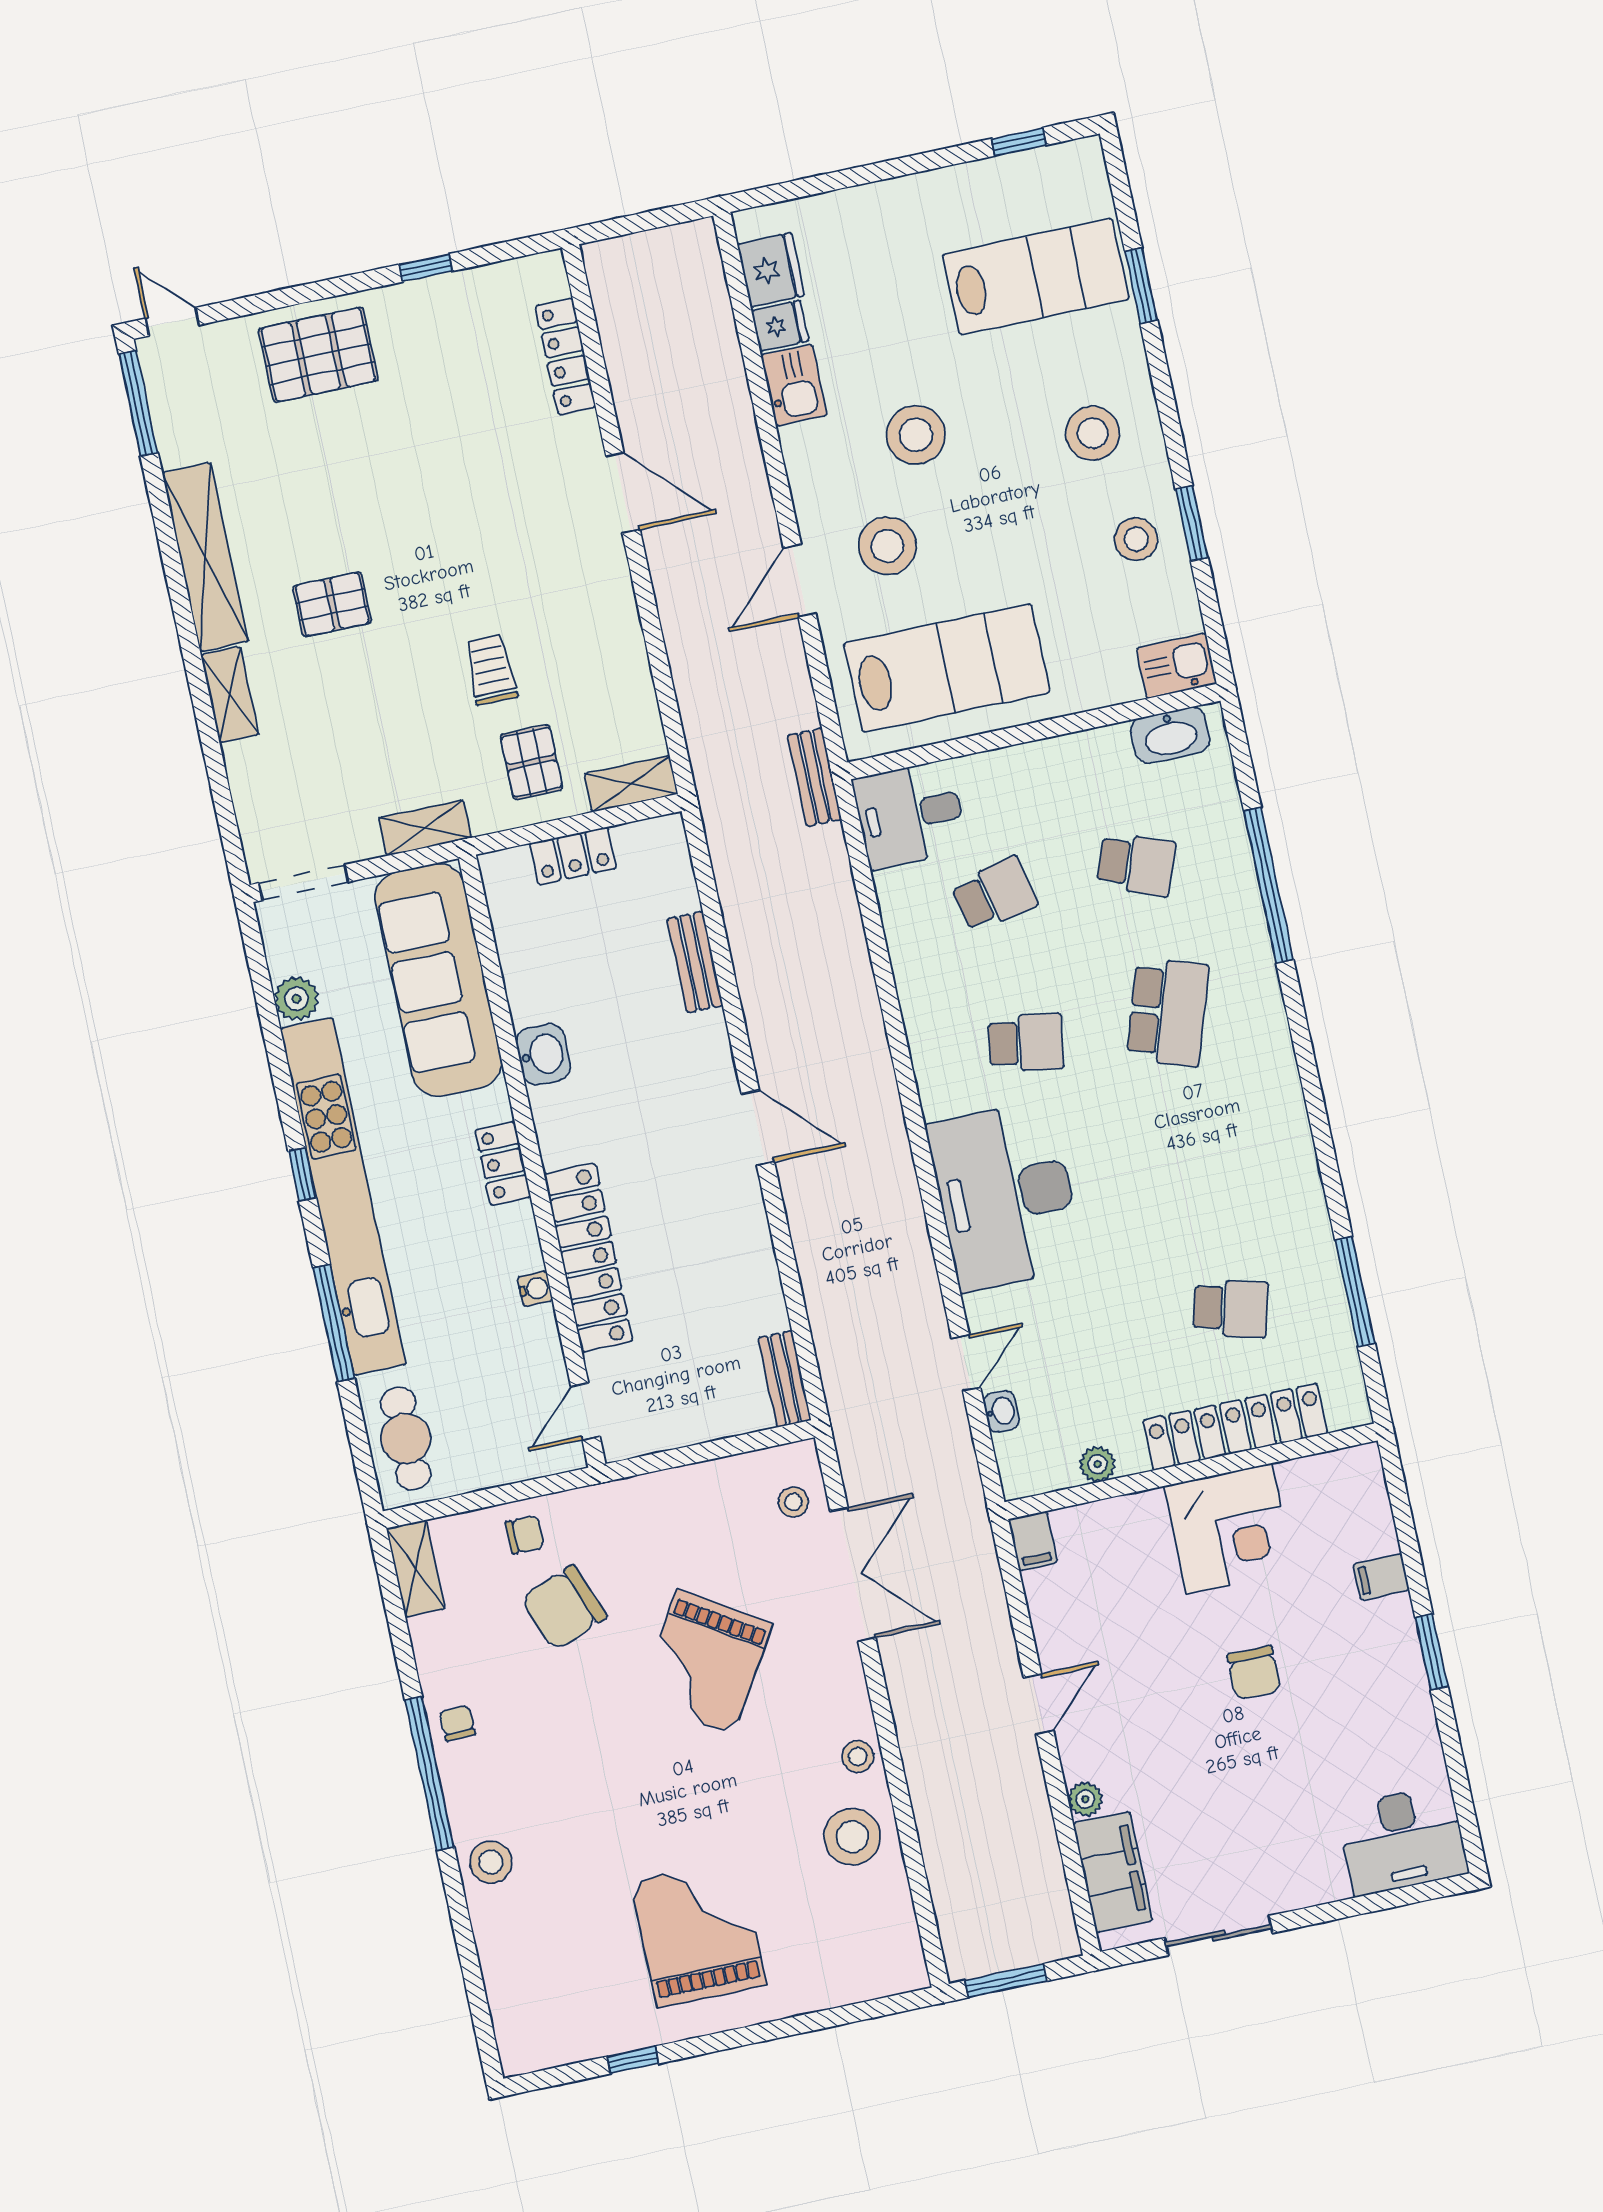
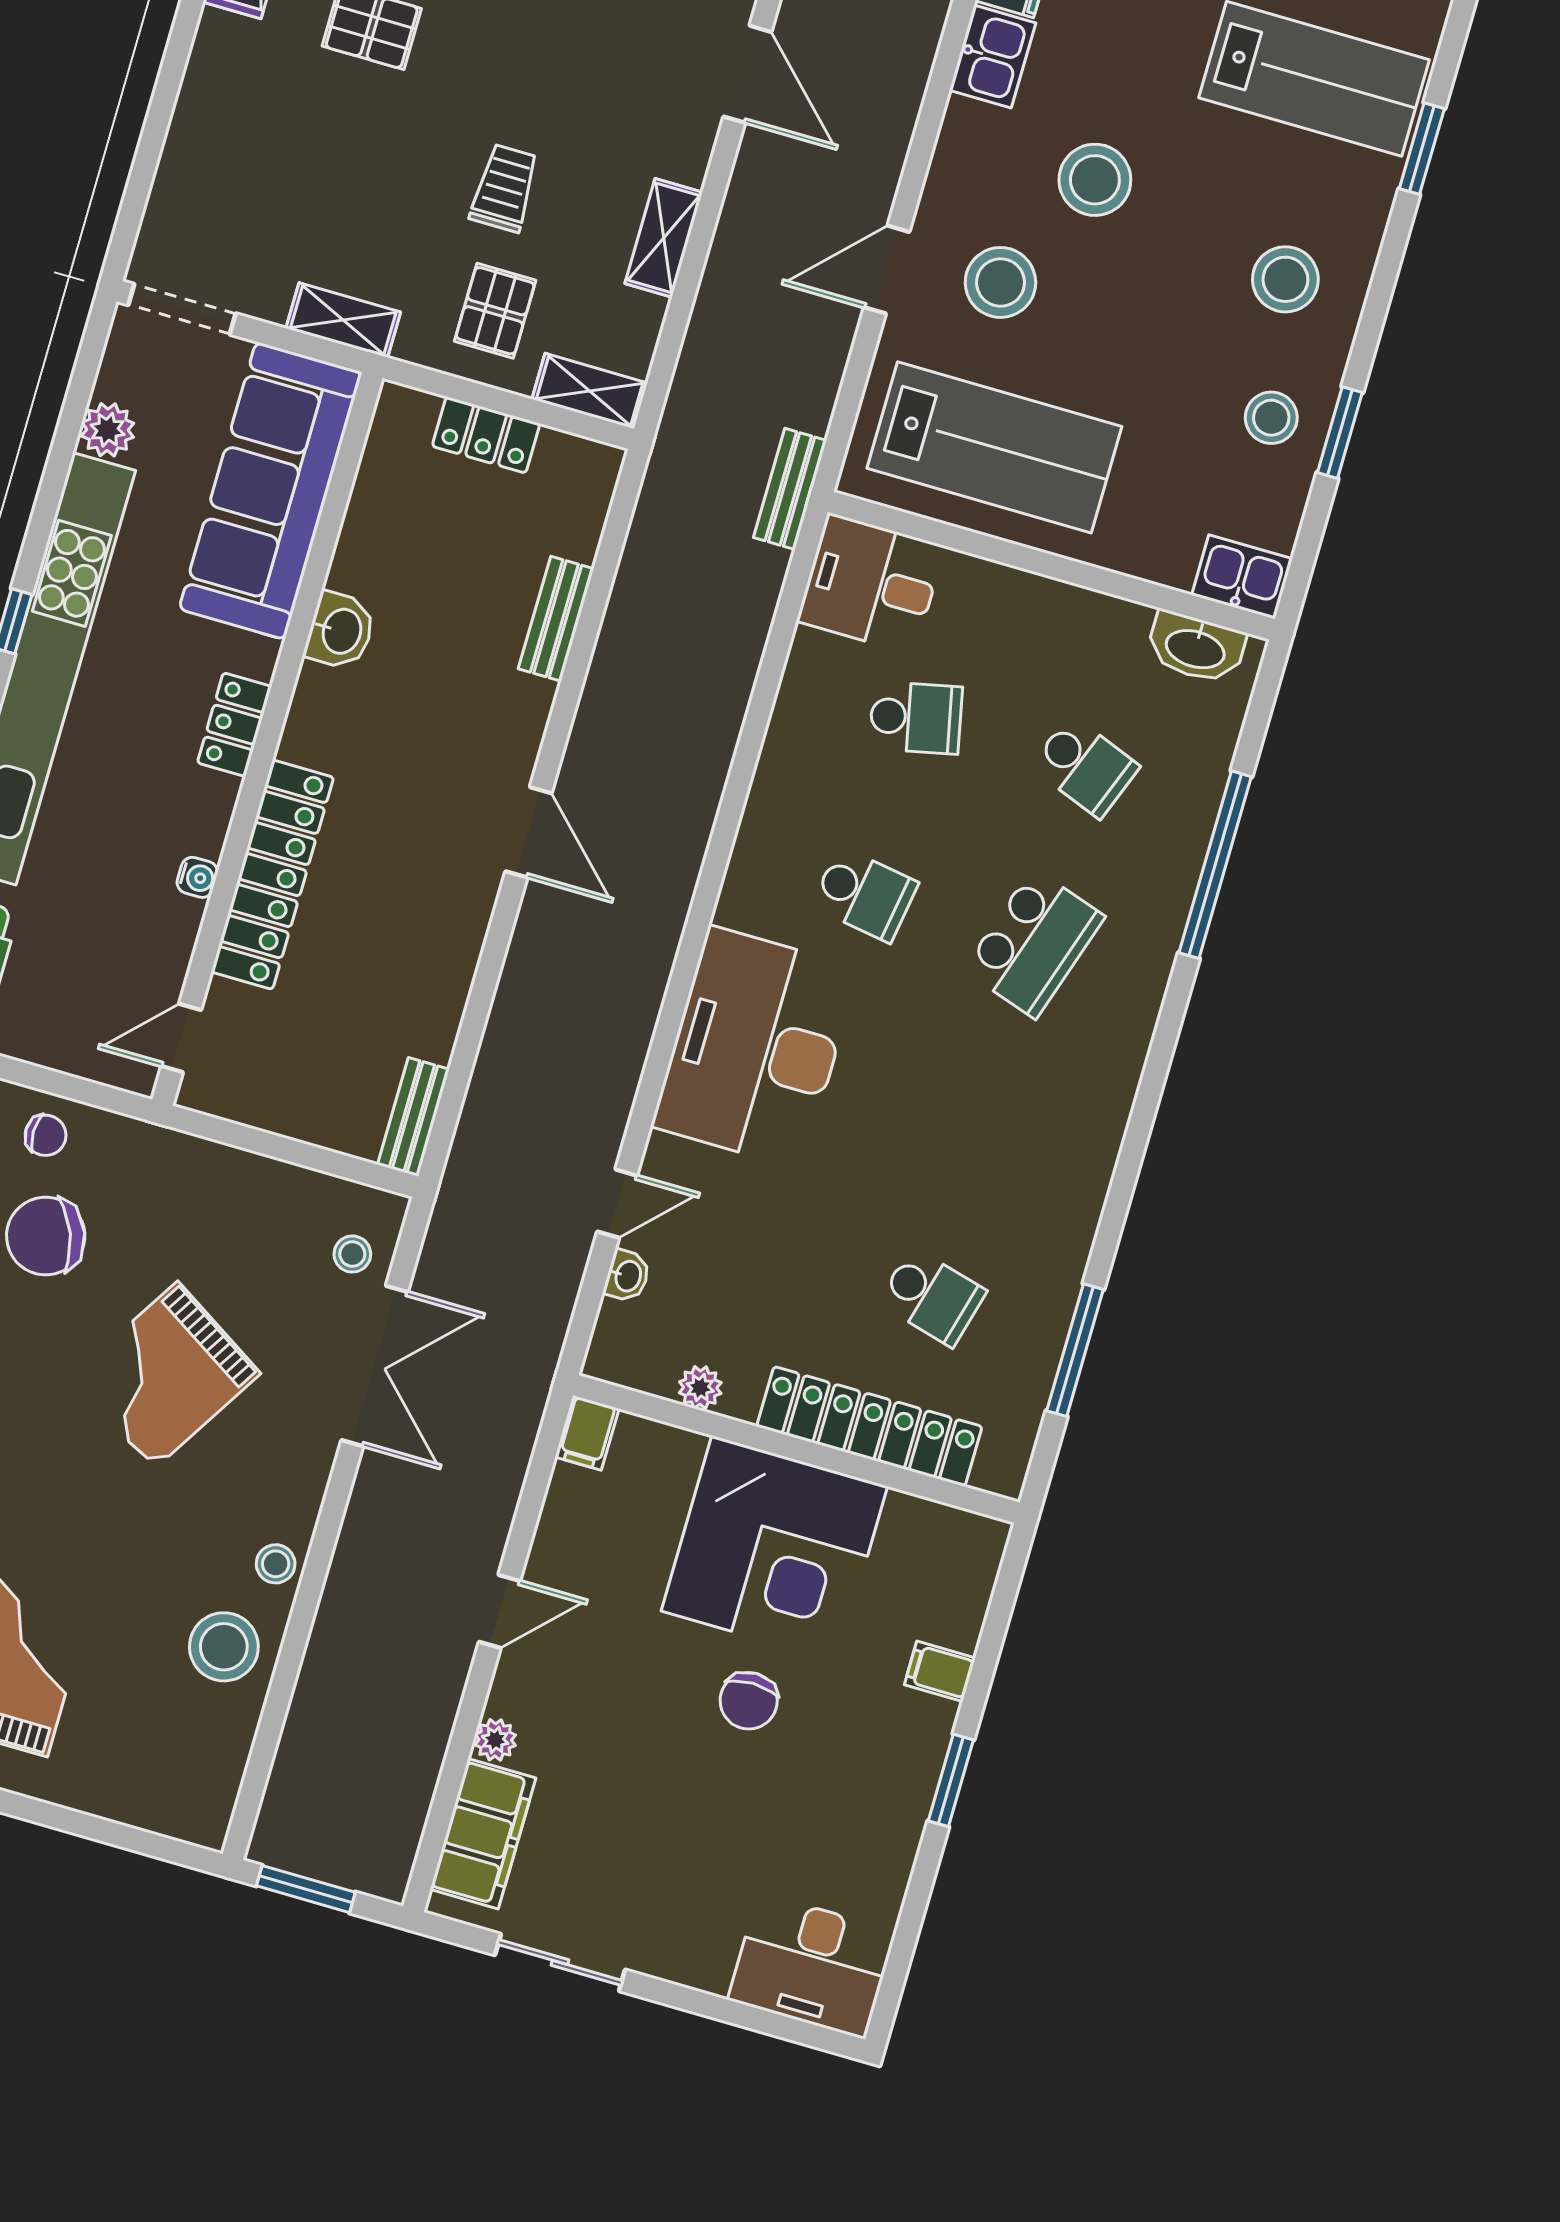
shelving: (230, 695) -> (664, 238), moved
corner desk: (1229, 1529) -> (774, 1549), width x1.36, depth x1.36

